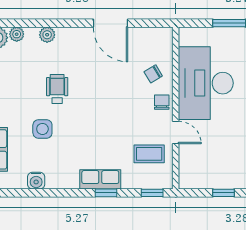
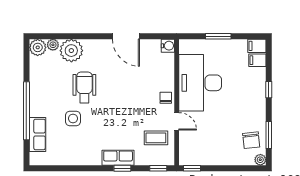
plant: (47, 35) -> (71, 51), width x1.87, depth x1.87
chair: (153, 74) -> (159, 76), removed
wheelchair: (57, 89) -> (84, 87), width x1.36, depth x1.37
water cooler: (36, 181) -> (168, 46), moved, turned -90
window: (223, 193) -> (192, 168), moved

